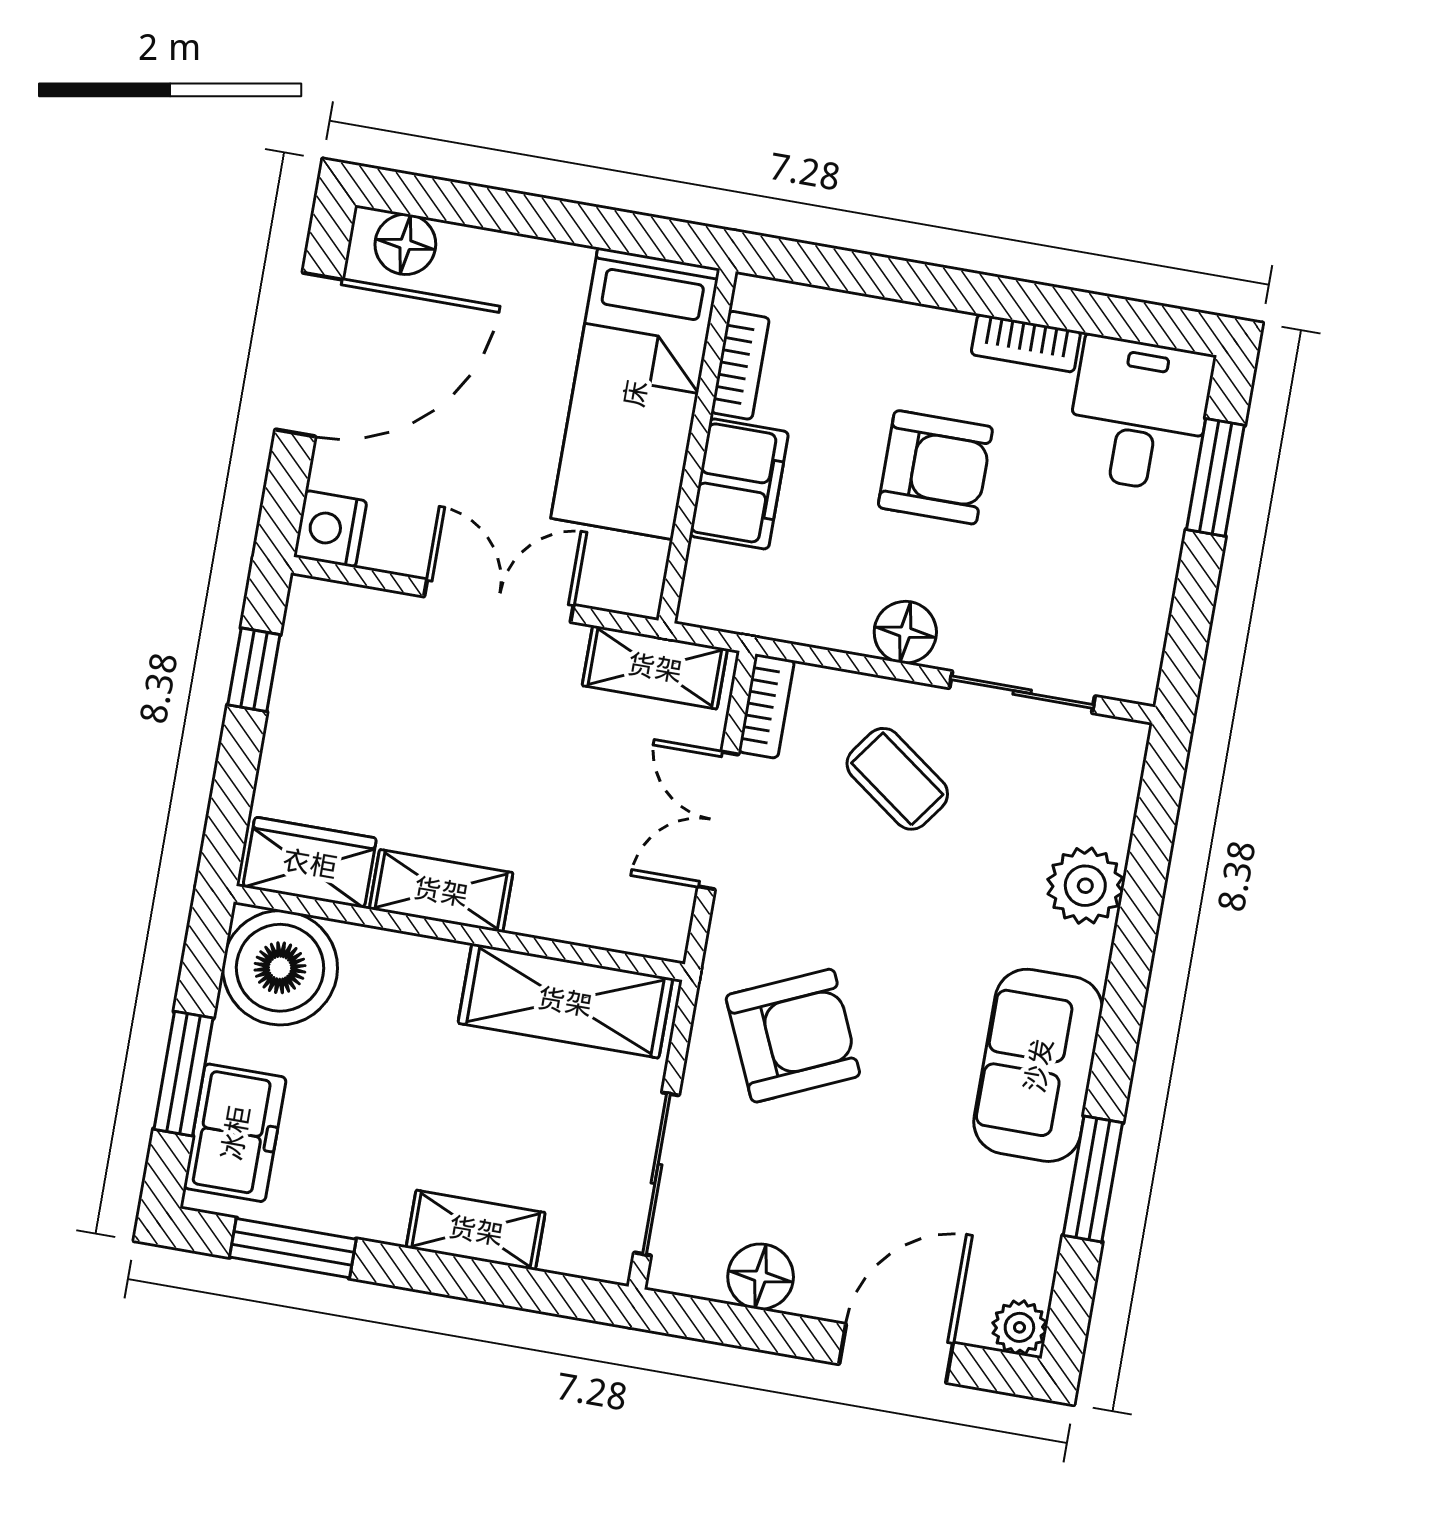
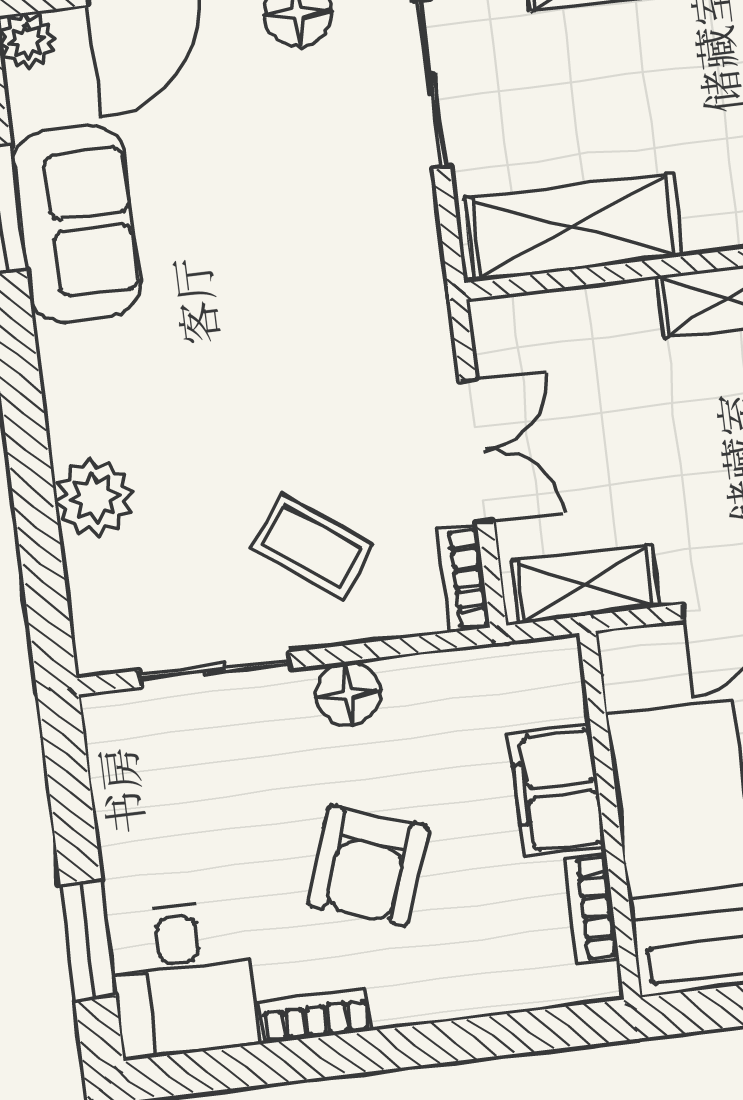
armchair: (935, 467) -> (368, 866), turned -71
armchair: (793, 1036) -> (338, 261), removed
sofa: (1038, 1065) -> (77, 224), moved

